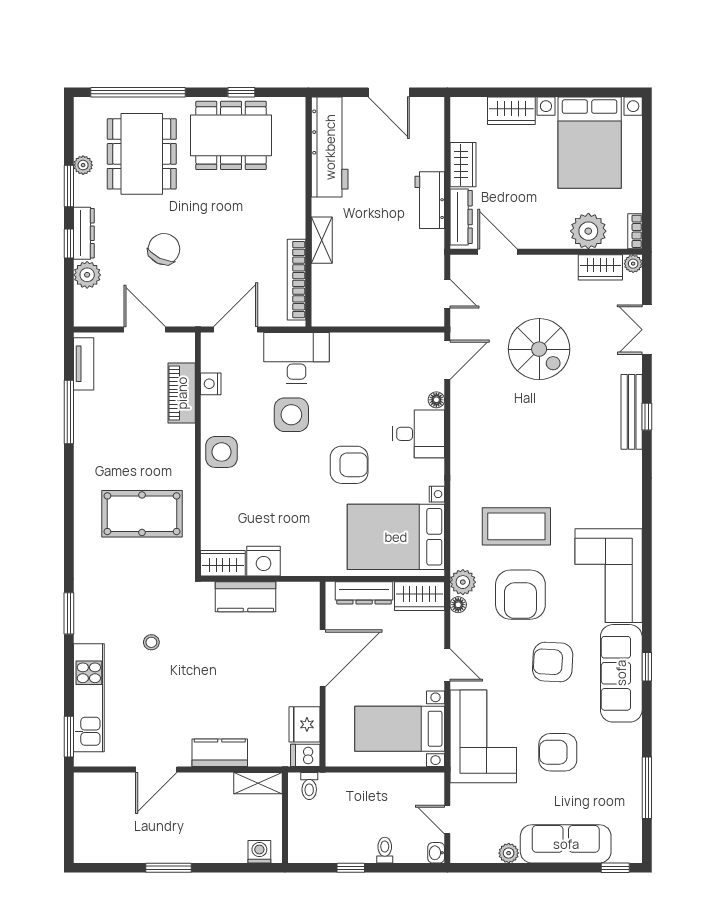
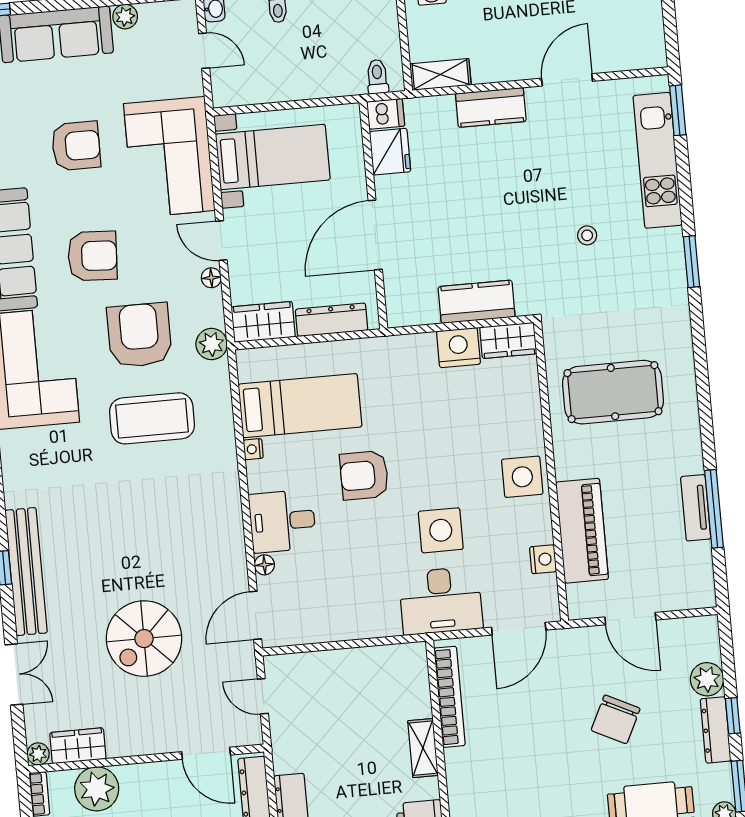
spiral stairs: (539, 349) -> (144, 639), turned -90
tv unit: (84, 364) -> (696, 508), moved
piano: (182, 393) -> (582, 531), width x1.37, depth x1.33
bench: (632, 412) -> (26, 572), width x1.37, depth x1.21
bed: (396, 537) -> (300, 406), width x0.67
floor lamp: (458, 605) -> (211, 278), moved

